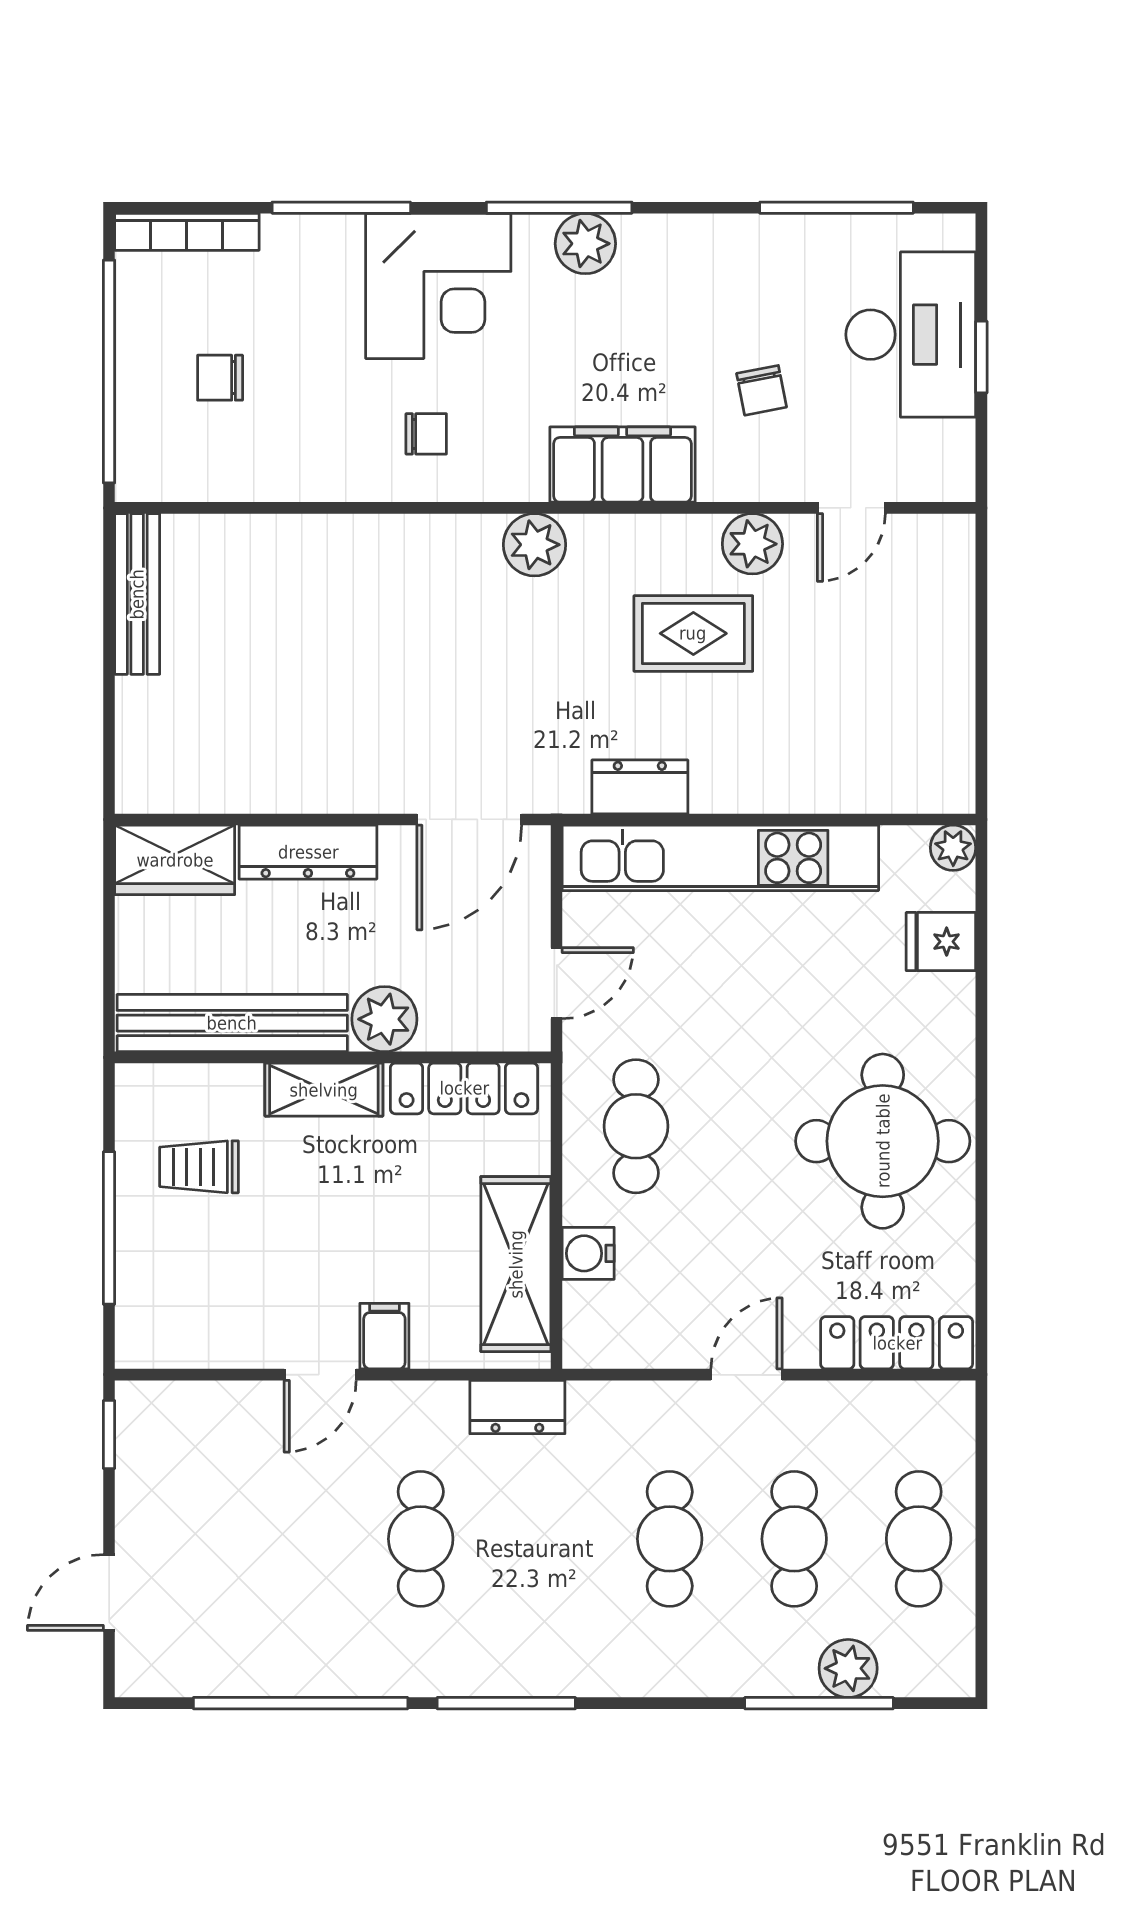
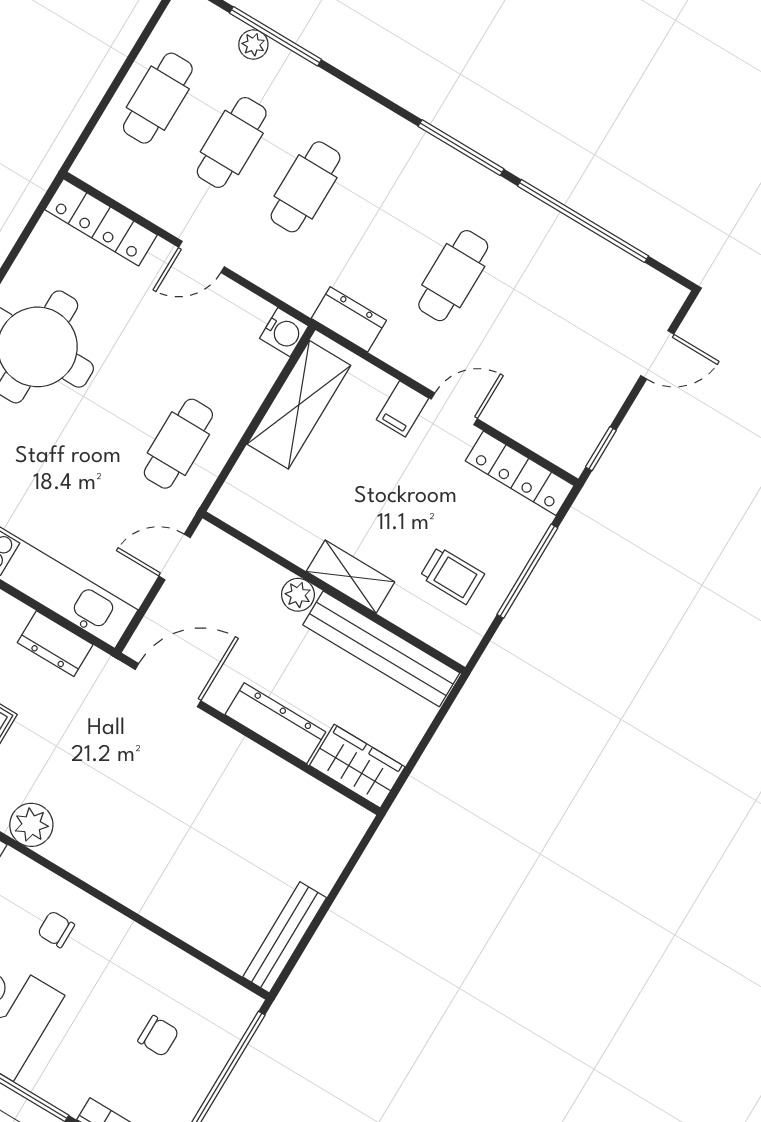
plant: (384, 1019) -> (298, 595), width x0.73, depth x0.73
locker: (464, 1088) -> (520, 473), moved, turned 180
water cooler: (588, 1253) -> (284, 332), moved
plant: (848, 1668) -> (253, 44), width x0.73, depth x0.73

